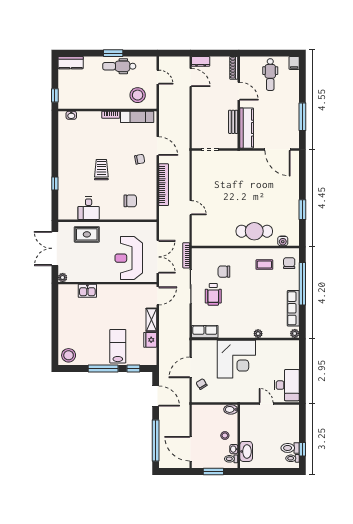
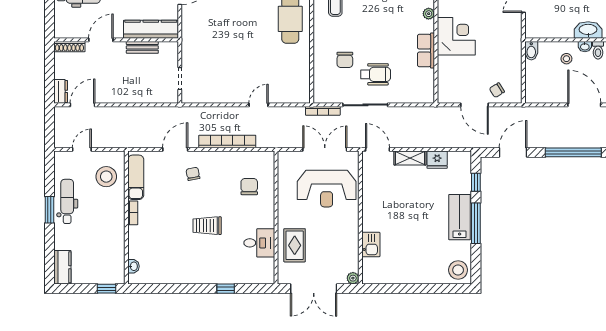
dental chair: (119, 66) -> (67, 201), turned 180
row of seats: (205, 332) -> (426, 51), moved
lab bench: (118, 346) -> (460, 217), moved, turned 90
corner desk: (236, 359) -> (456, 36), width x0.74, depth x0.74
door: (191, 449) -> (584, 105), swing flipped

